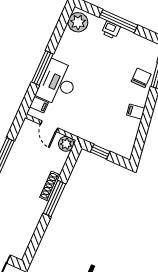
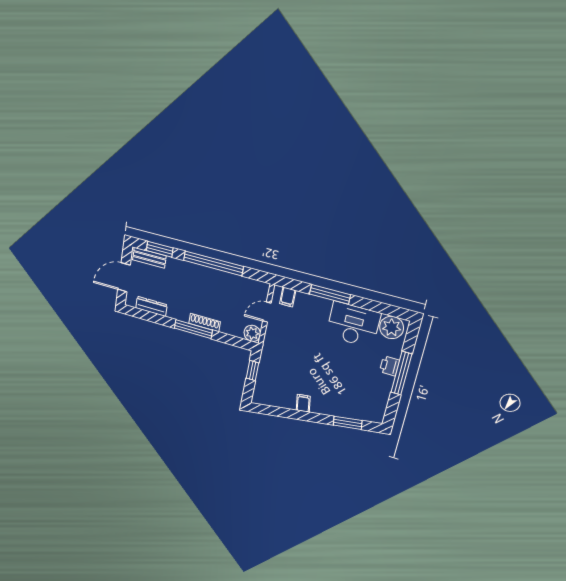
chair: (141, 78) -> (341, 405), removed
desk: (58, 83) -> (353, 325), moved
dresser: (28, 234) -> (151, 306), added

